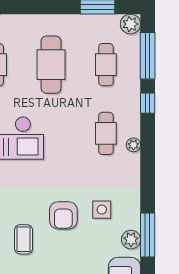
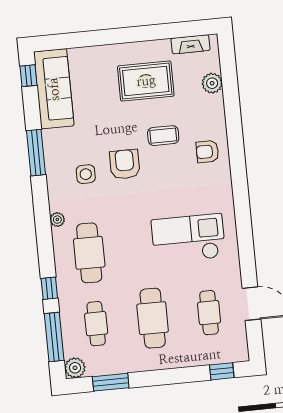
cafe table: (106, 133) -> (89, 253), width x1.37, depth x1.35
plant: (133, 145) -> (57, 220), moved
coffee table: (24, 239) -> (163, 136), turned 90
plant: (131, 240) -> (53, 146), removed

